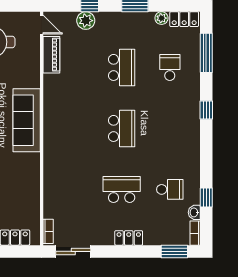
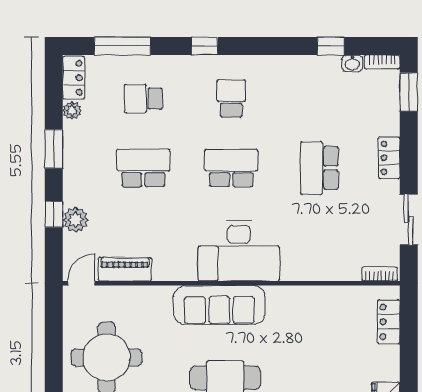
desk: (64, 134) -> (239, 251), added
school desk: (170, 189) -> (231, 99), moved
sliding door: (73, 251) -> (409, 220), moved

